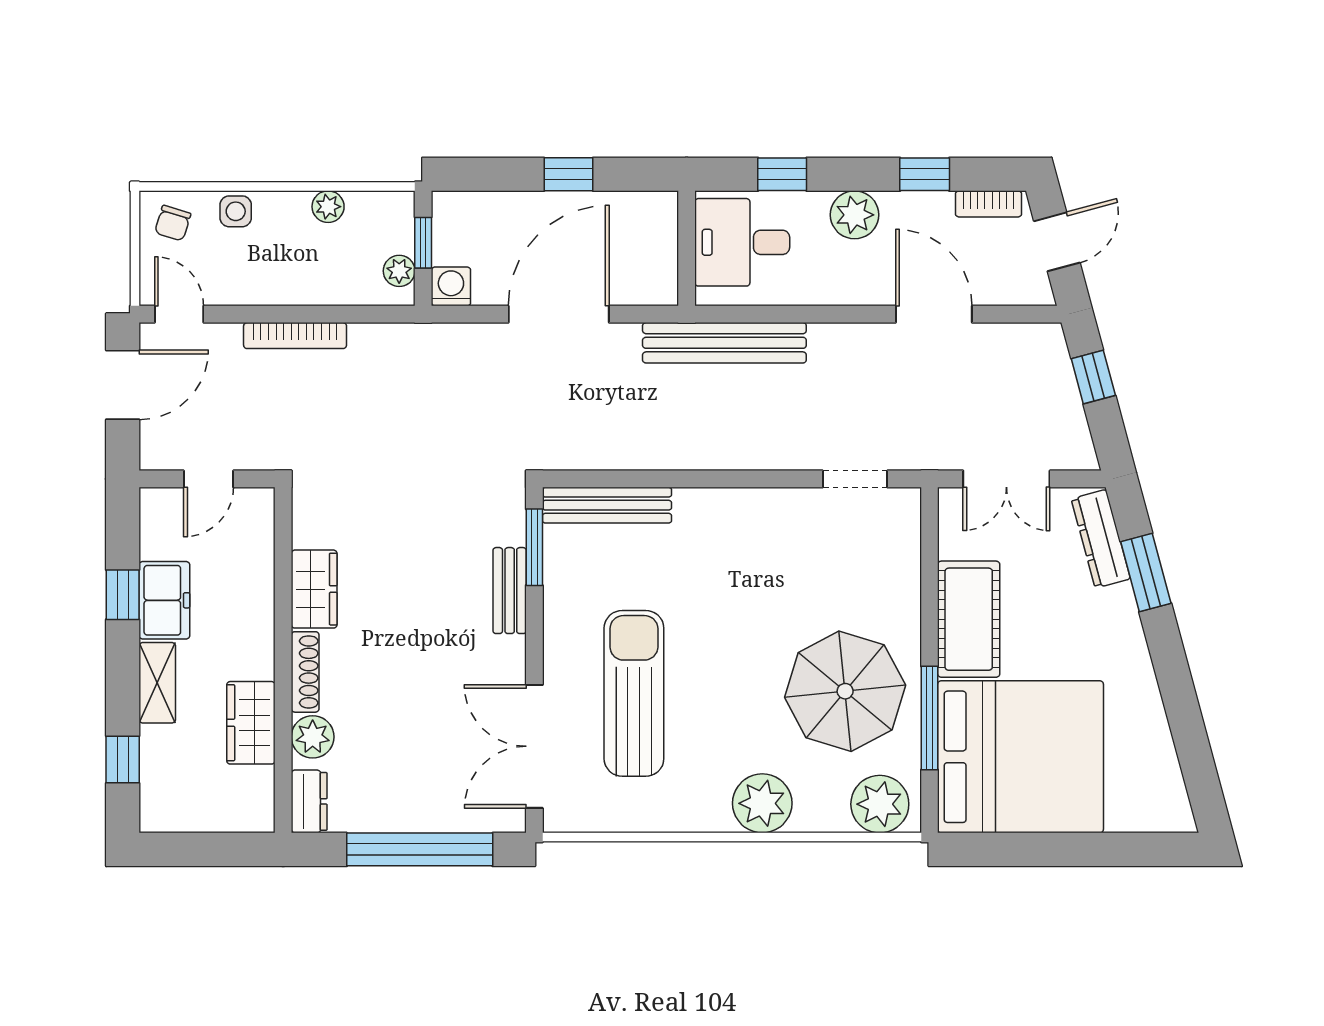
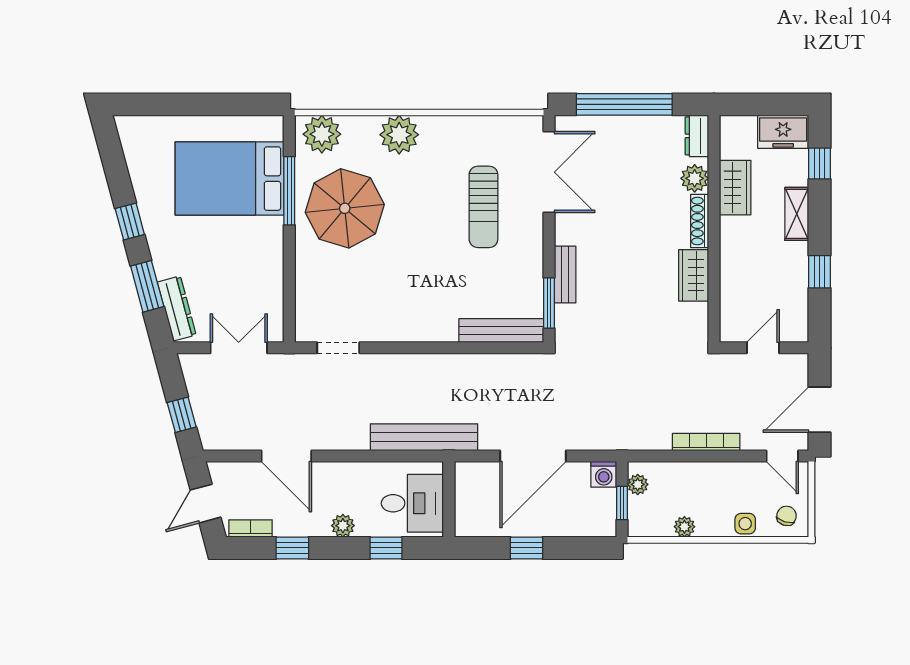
plant: (855, 215) -> (343, 526), width x0.73, depth x0.73
freezer: (164, 600) -> (783, 132), moved, turned -90
cot: (969, 619) -> (264, 256), removed
window: (1172, 671) -> (130, 222), added
sun lounger: (634, 693) -> (483, 207), width x0.73, depth x0.75
bed: (1020, 757) -> (230, 179), width x0.73

